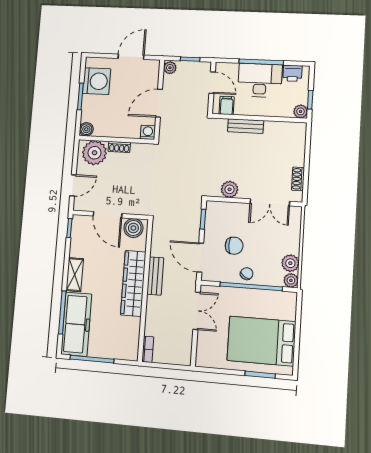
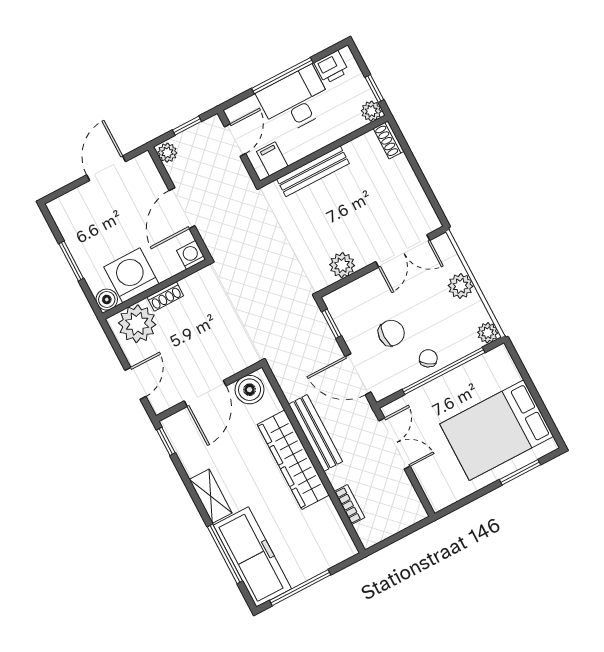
washing machine: (97, 81) -> (131, 275), moved, turned -90
door: (212, 83) -> (235, 140), hinge flipped
bench: (246, 126) -> (313, 171), width x1.36
shoe rack: (298, 179) -> (389, 140), moved
door: (108, 215) -> (205, 393), hinge flipped
plant: (290, 263) -> (460, 286), moved
bench: (155, 276) -> (315, 433), width x1.36
bookcase: (148, 349) -> (350, 505), moved

